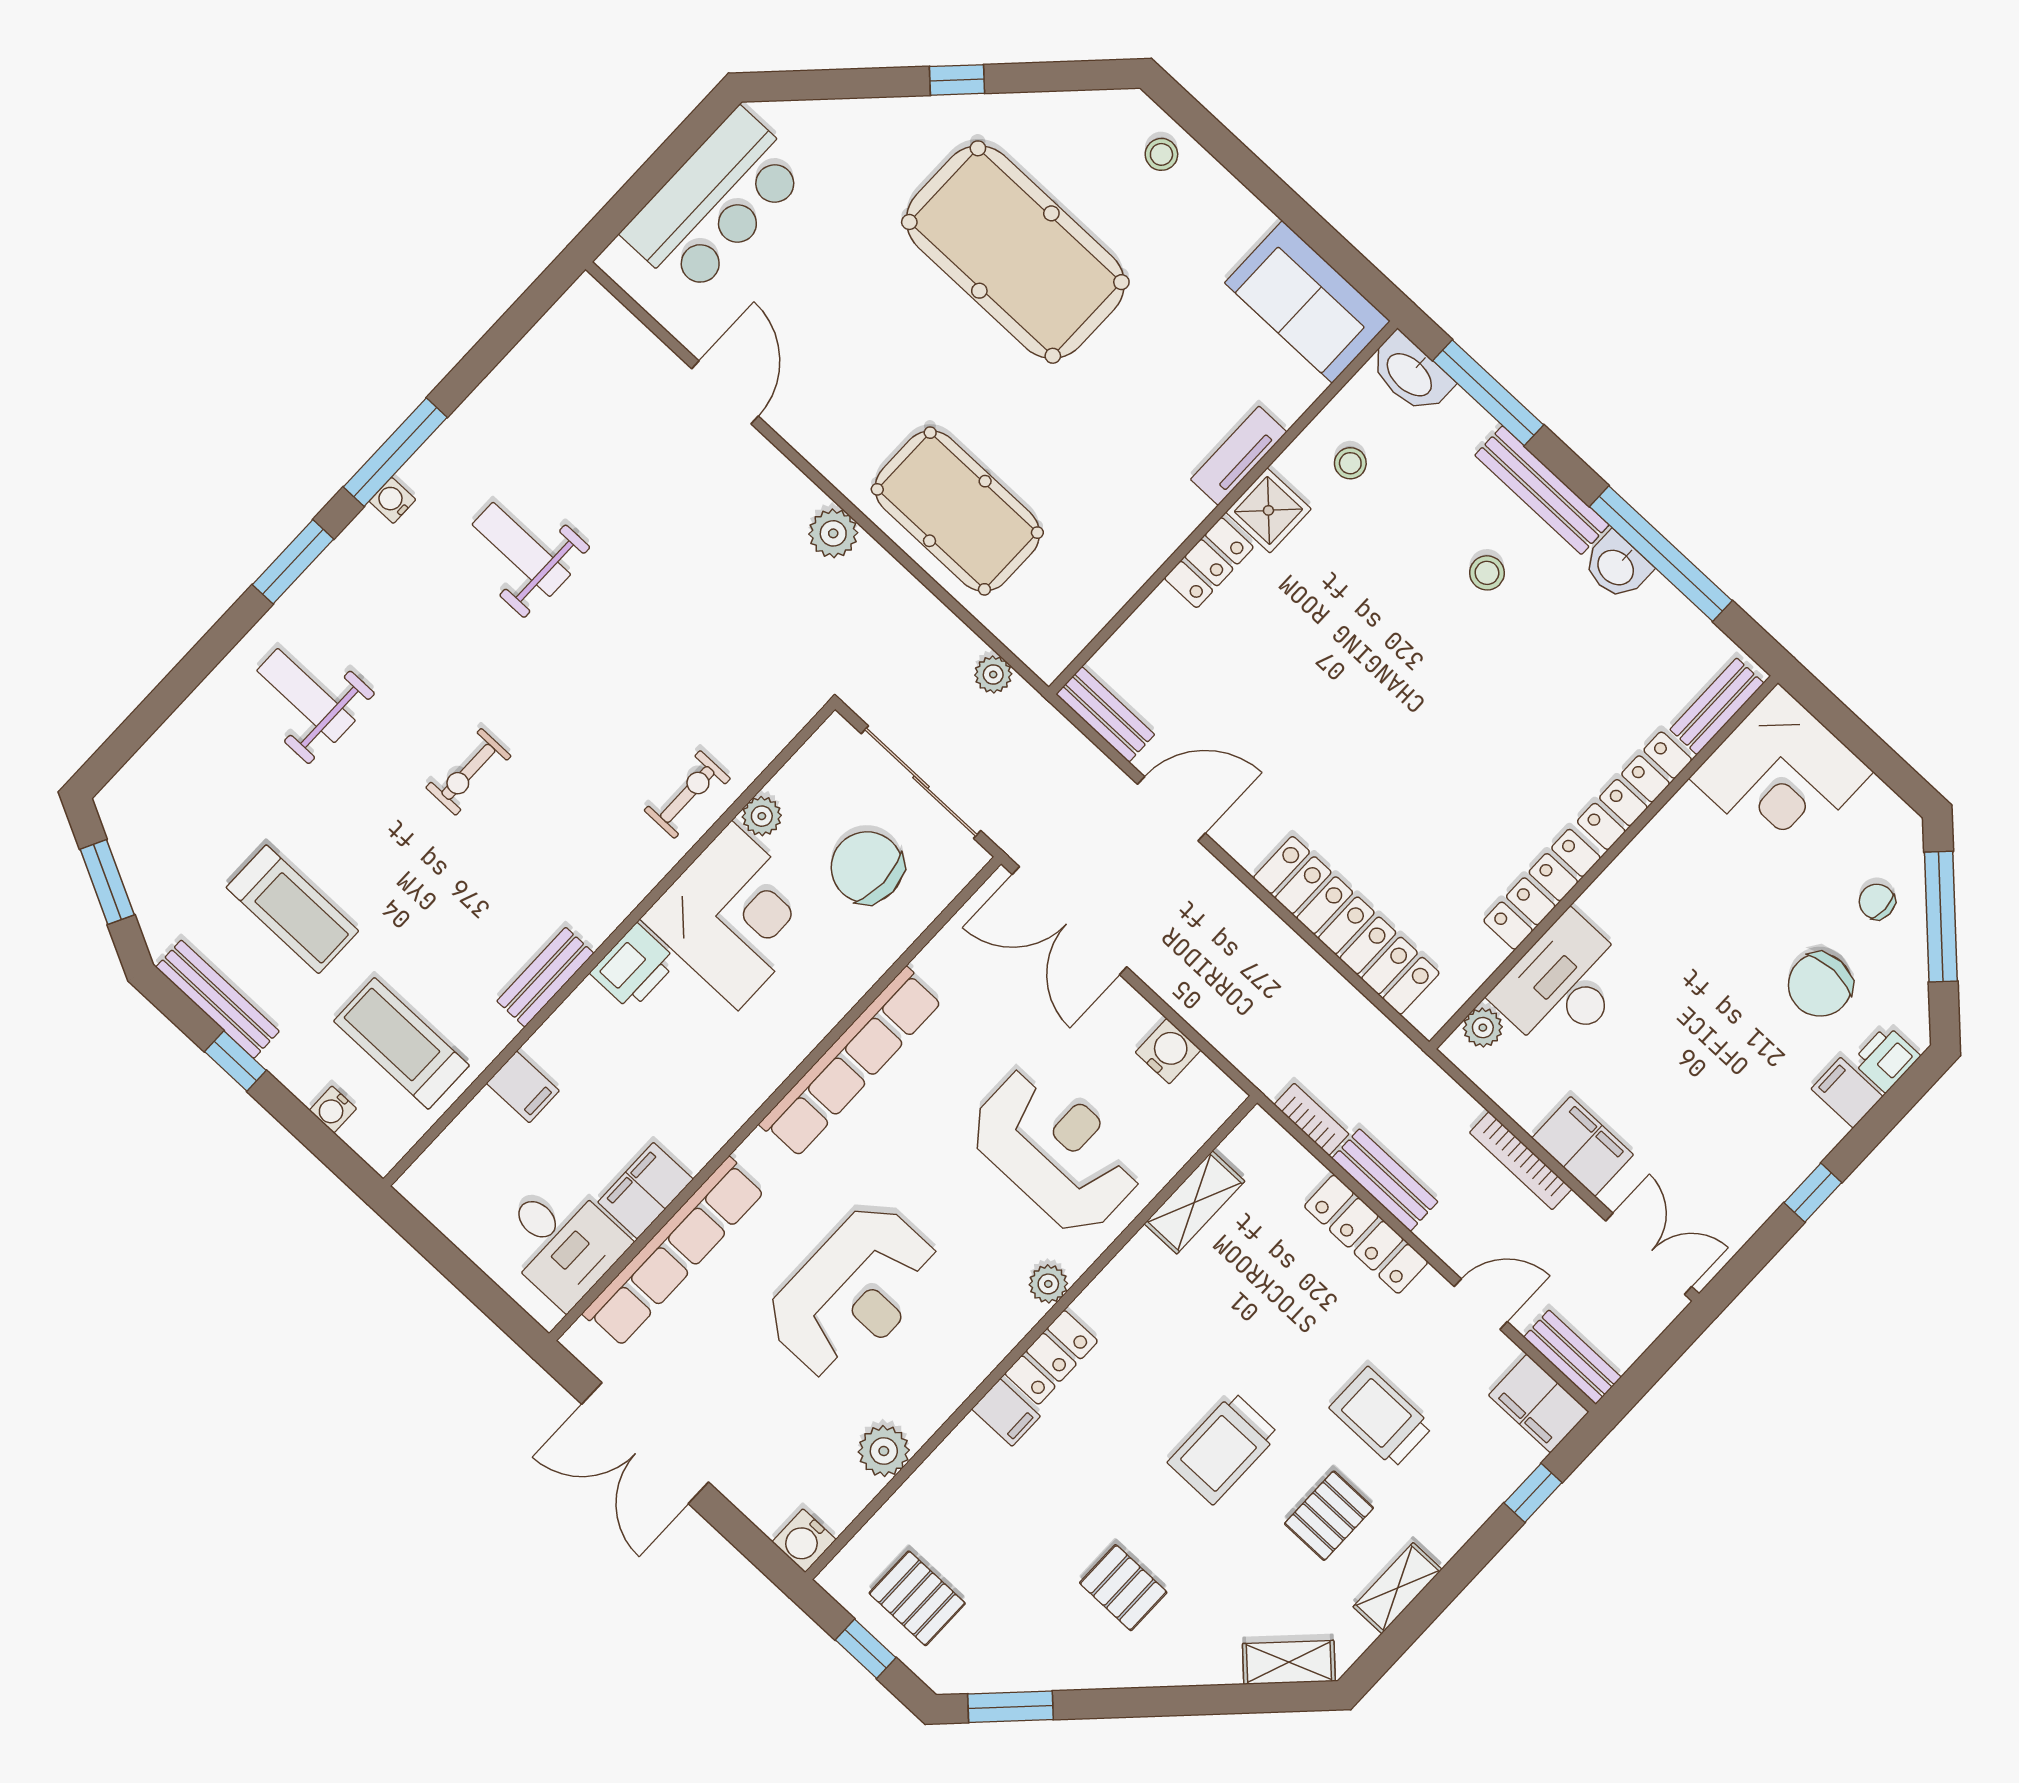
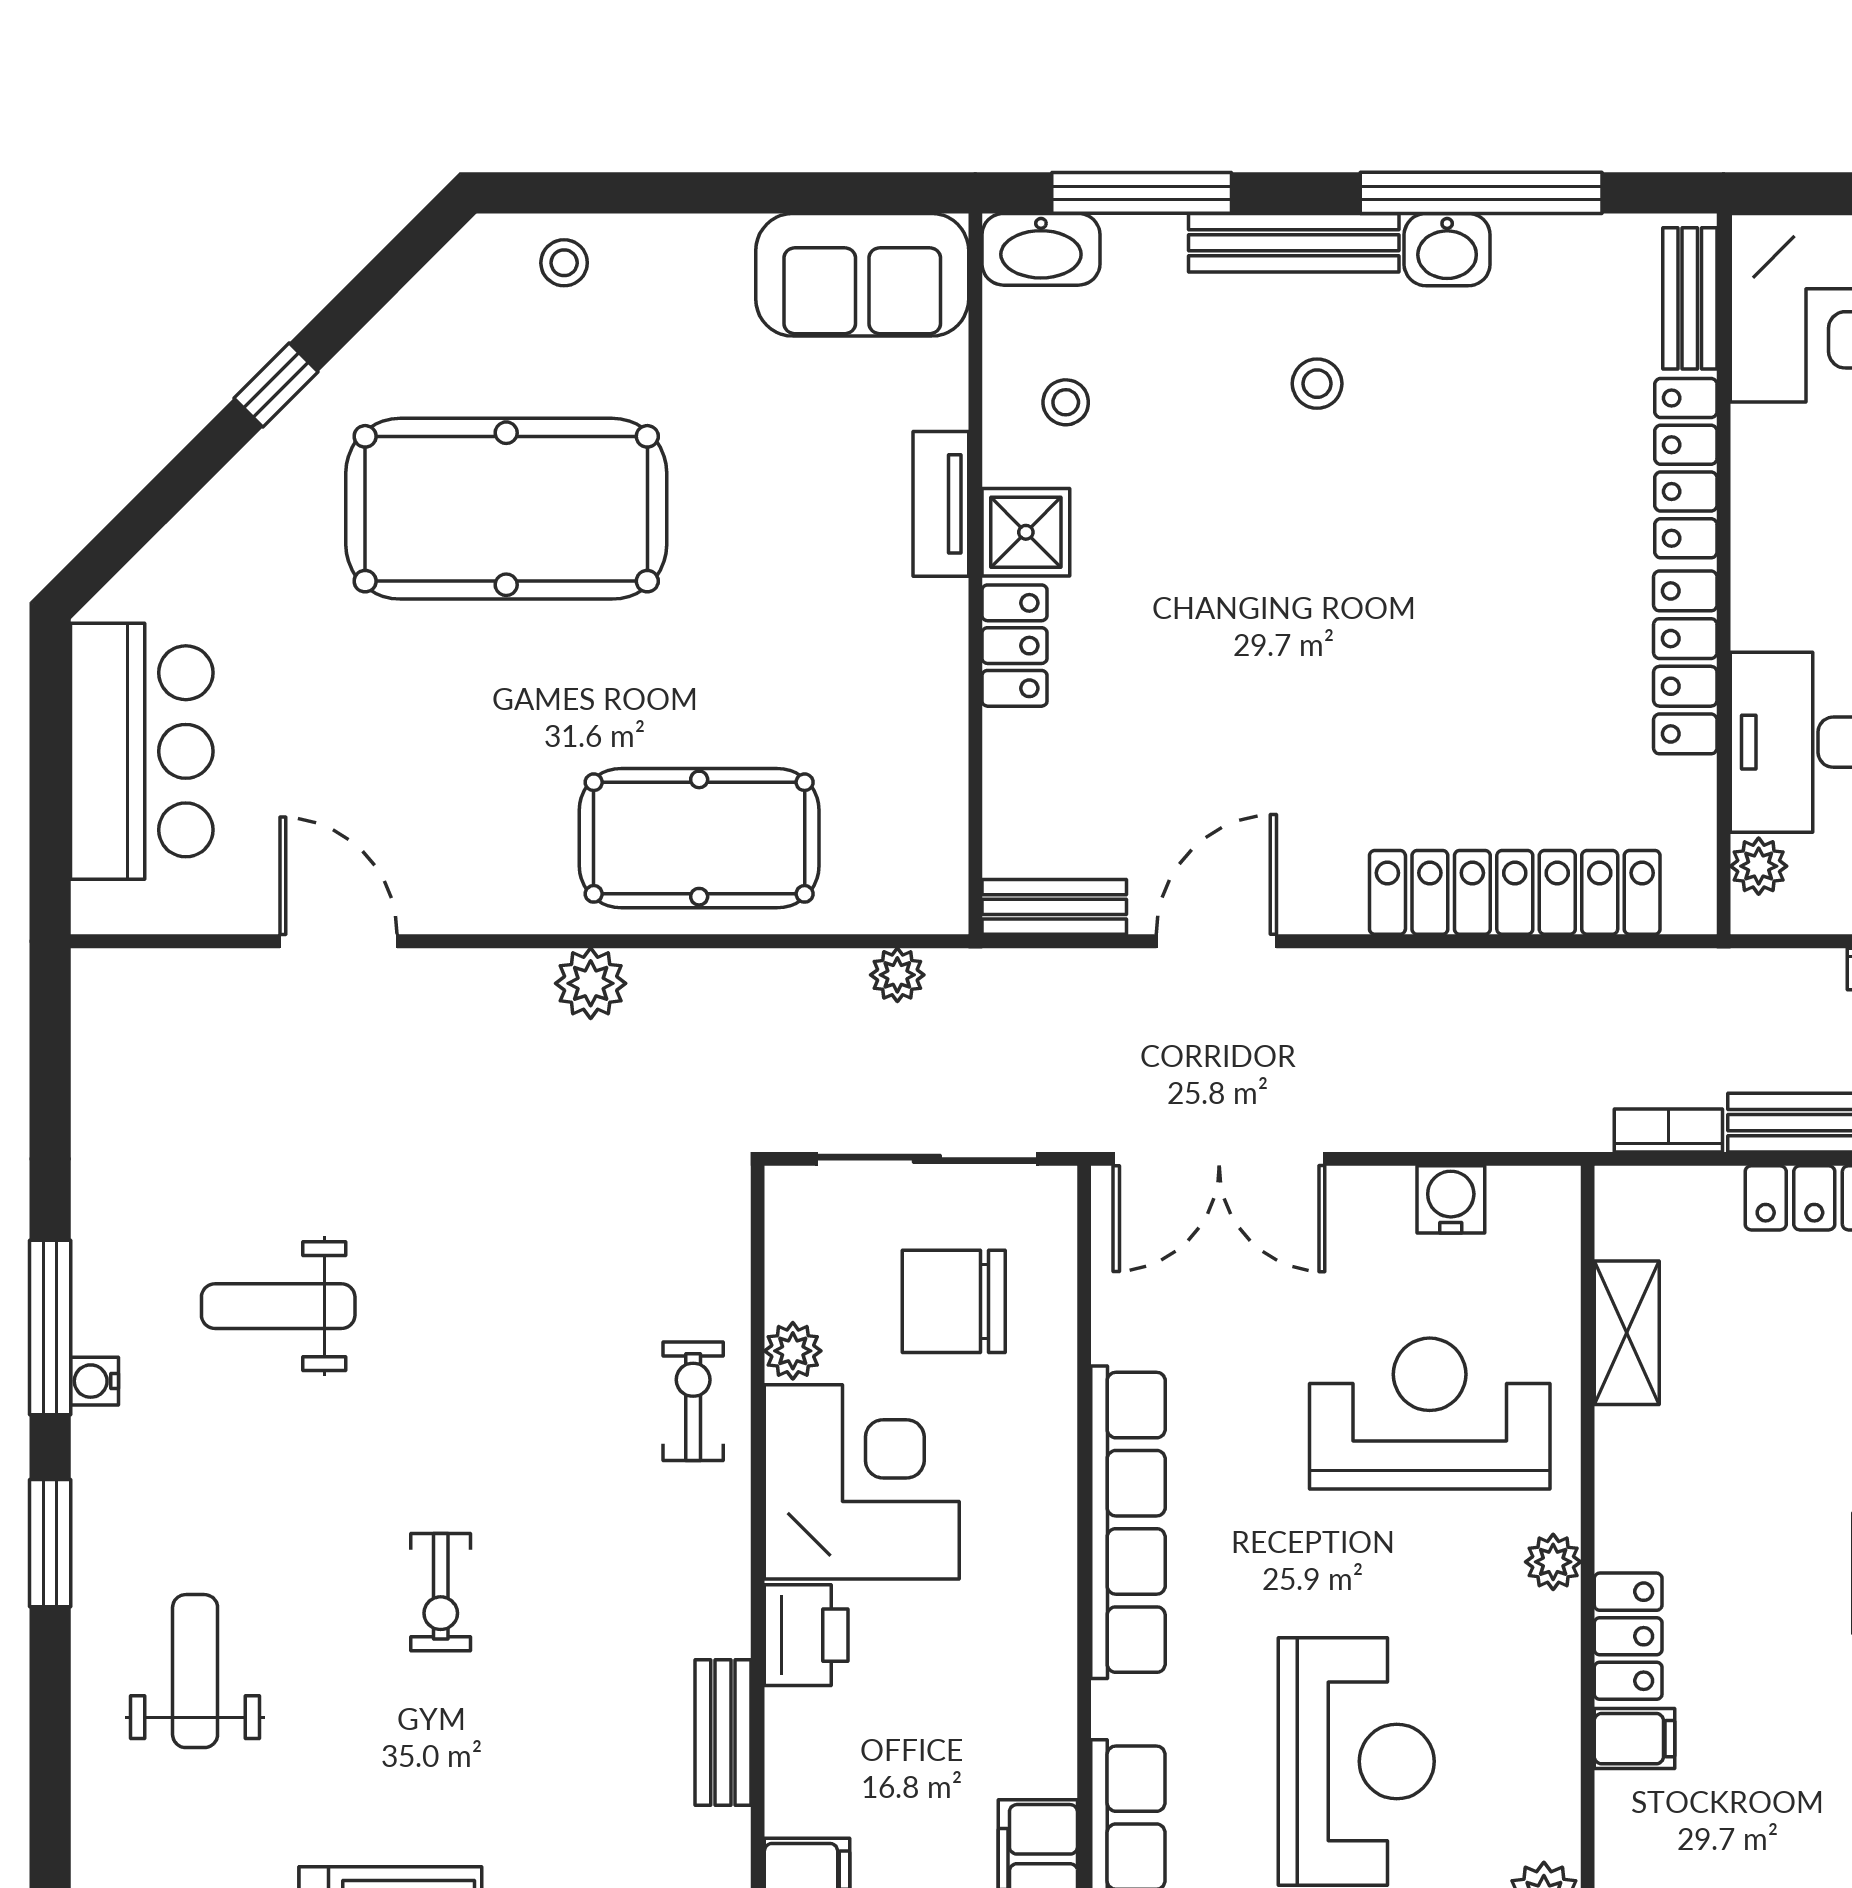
weight bench: (306, 696) -> (195, 1671), turned 90

